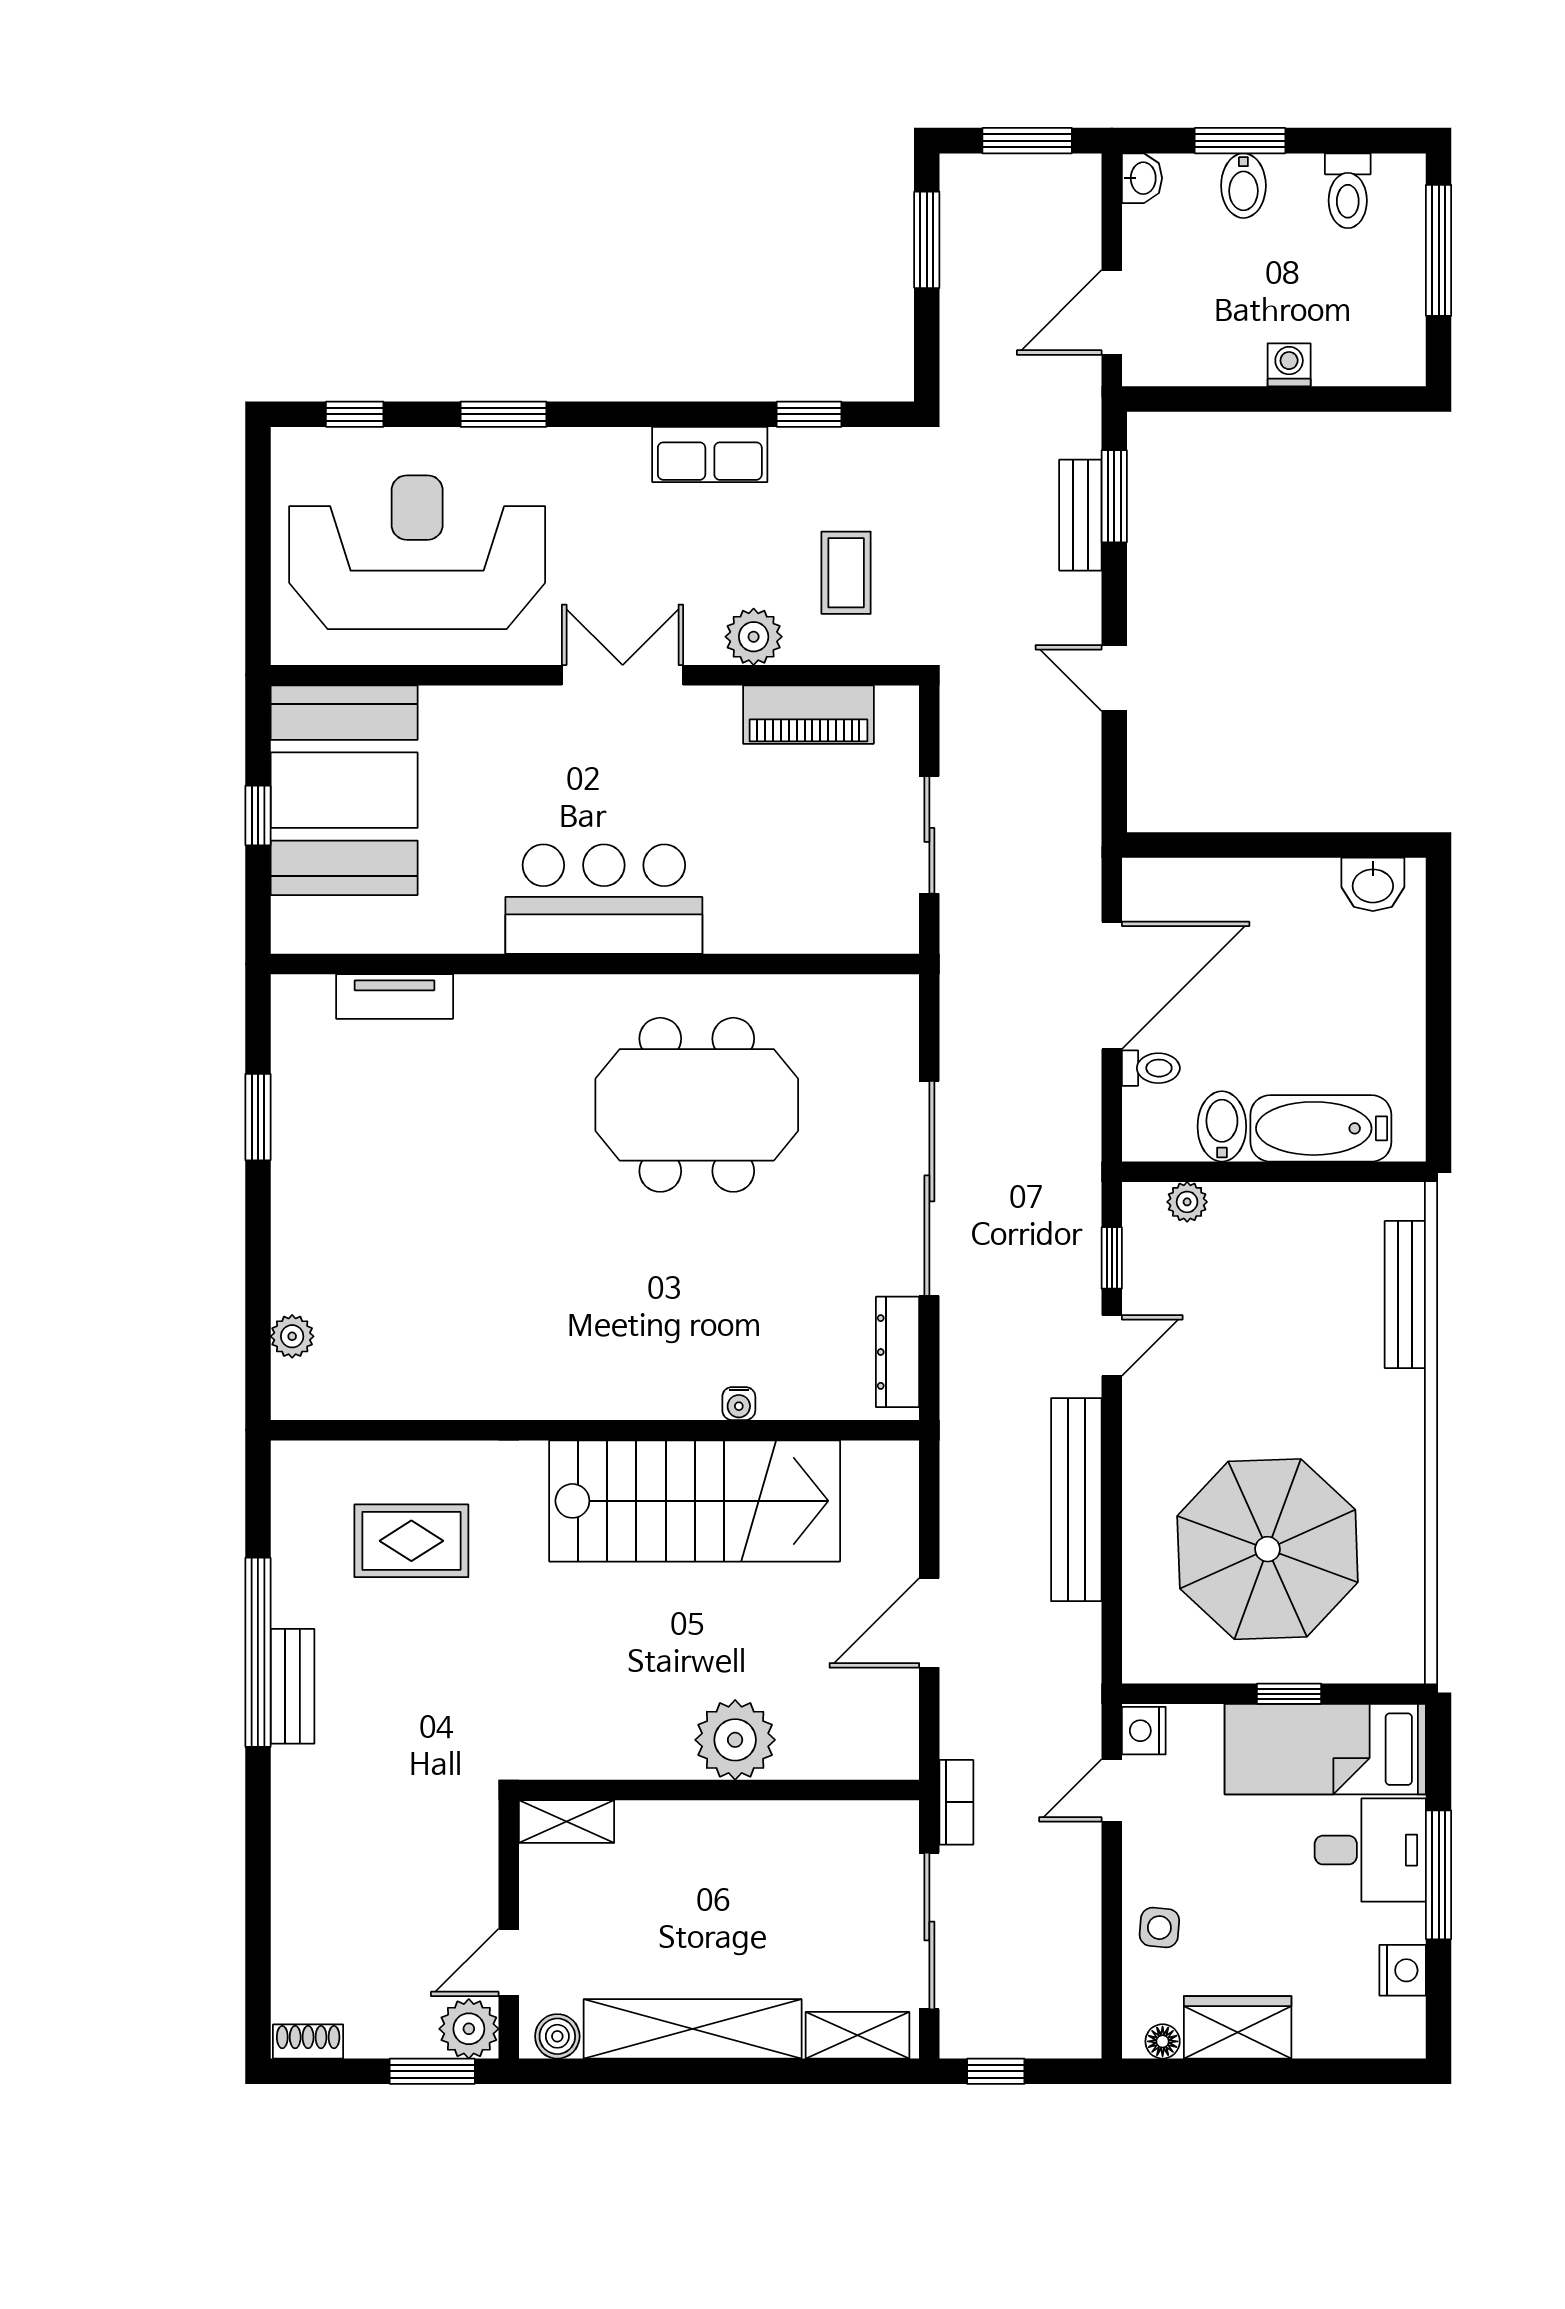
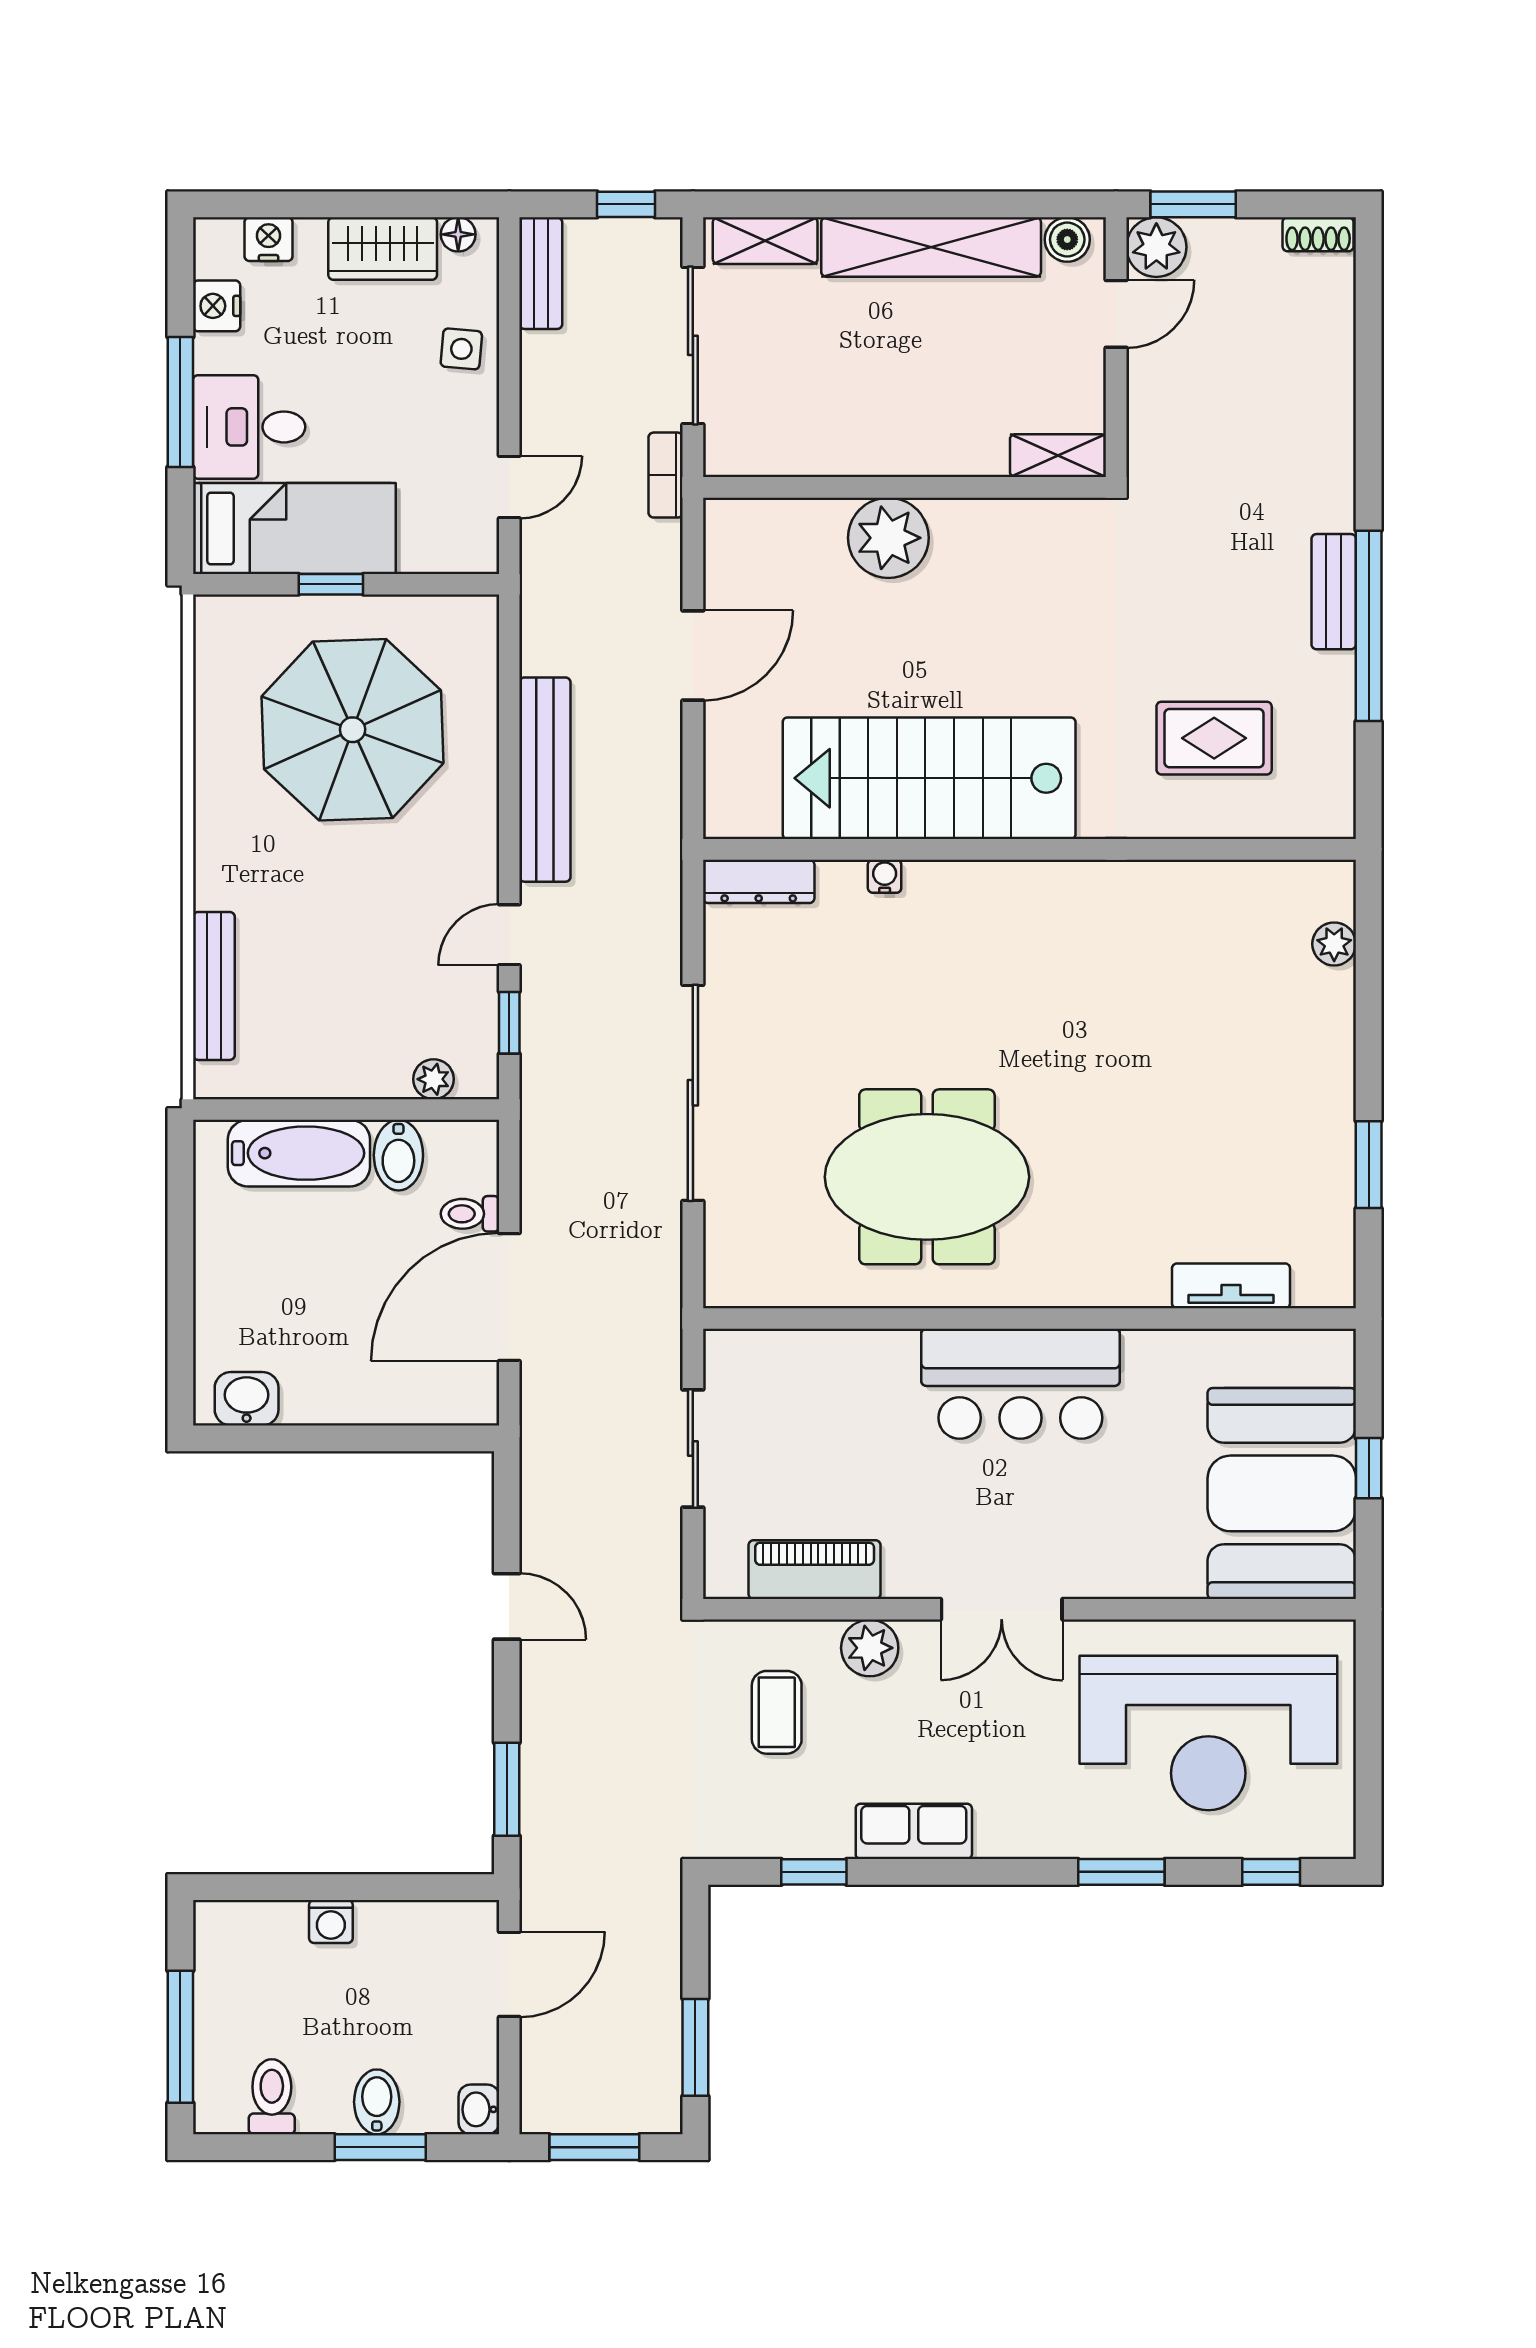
bench: (1080, 515) -> (541, 273), moved
dresser: (898, 1352) -> (759, 881), moved, turned 90
nightstand: (1144, 1731) -> (269, 239), moved, turned -90

